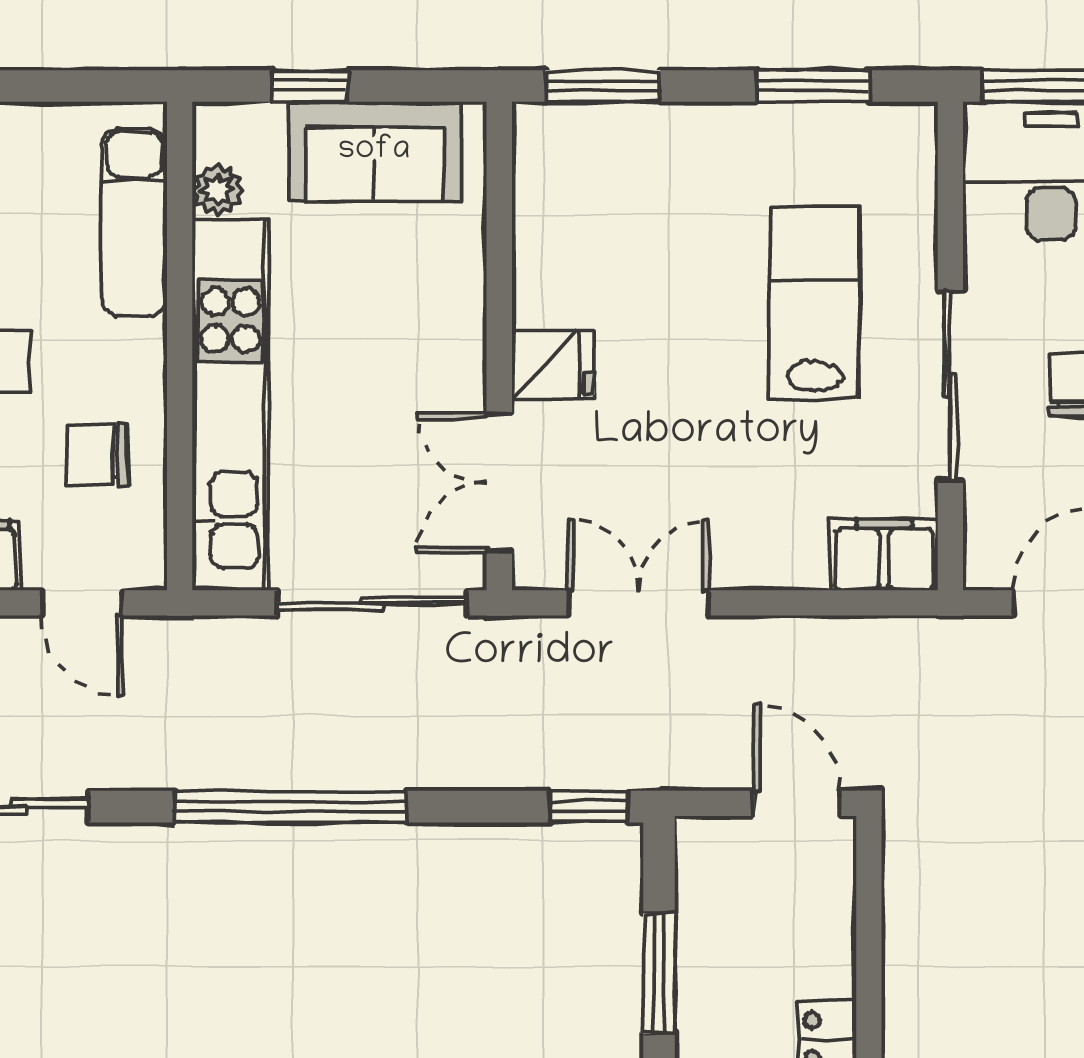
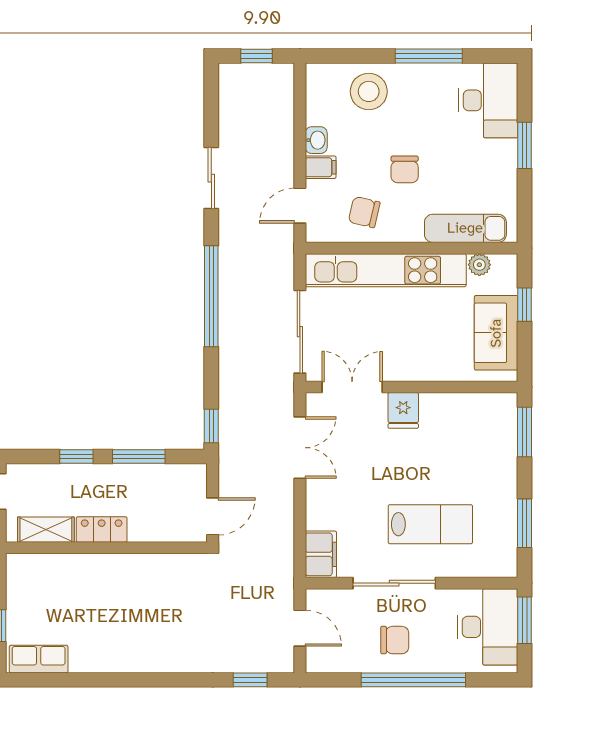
chair: (97, 455) -> (364, 212), turned -77

